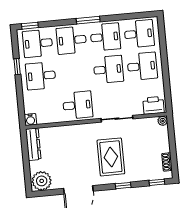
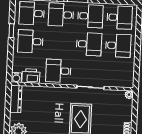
desk: (78, 105) -> (58, 71), turned 180
printer: (153, 105) -> (31, 76), moved

